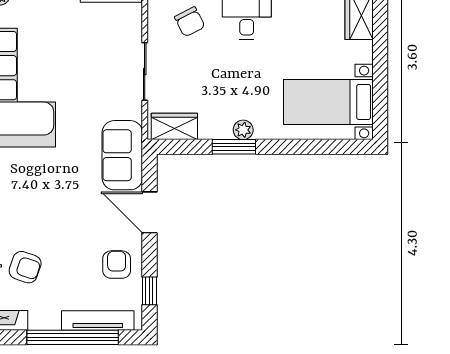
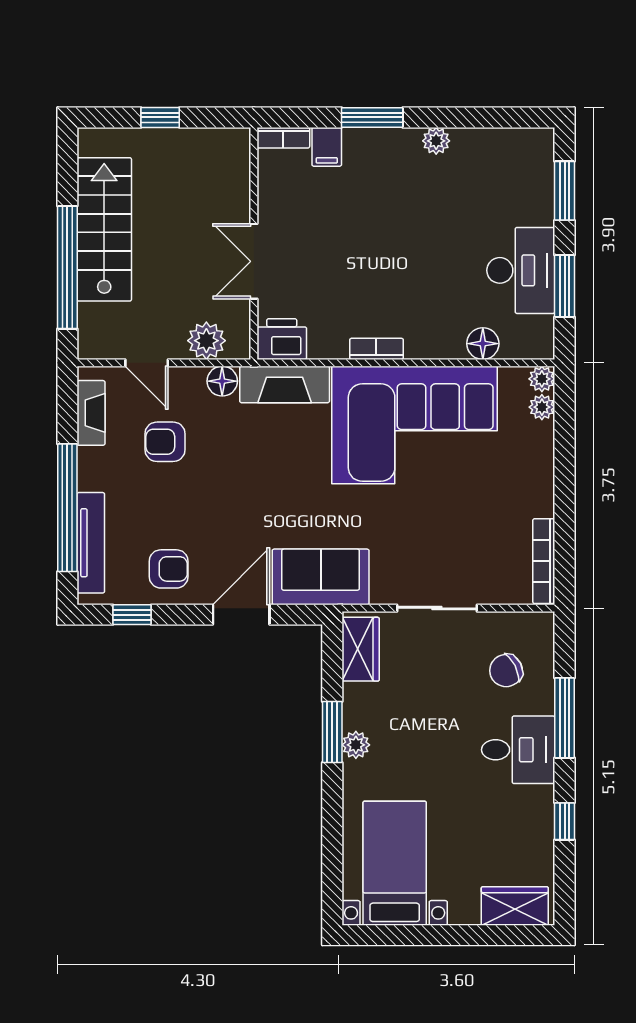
armchair: (25, 267) -> (165, 442), turned 71

